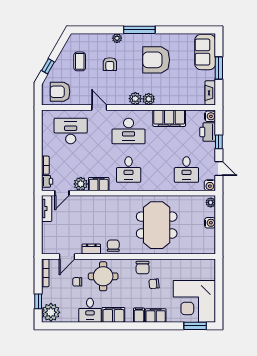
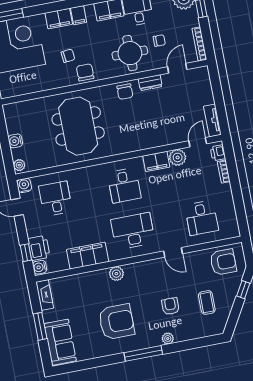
plant: (135, 99) -> (132, 271), removed
desk: (71, 131) -> (202, 218), width x0.73
window: (219, 142) -> (26, 253), moved
desk: (129, 170) -> (124, 185), turned 180

